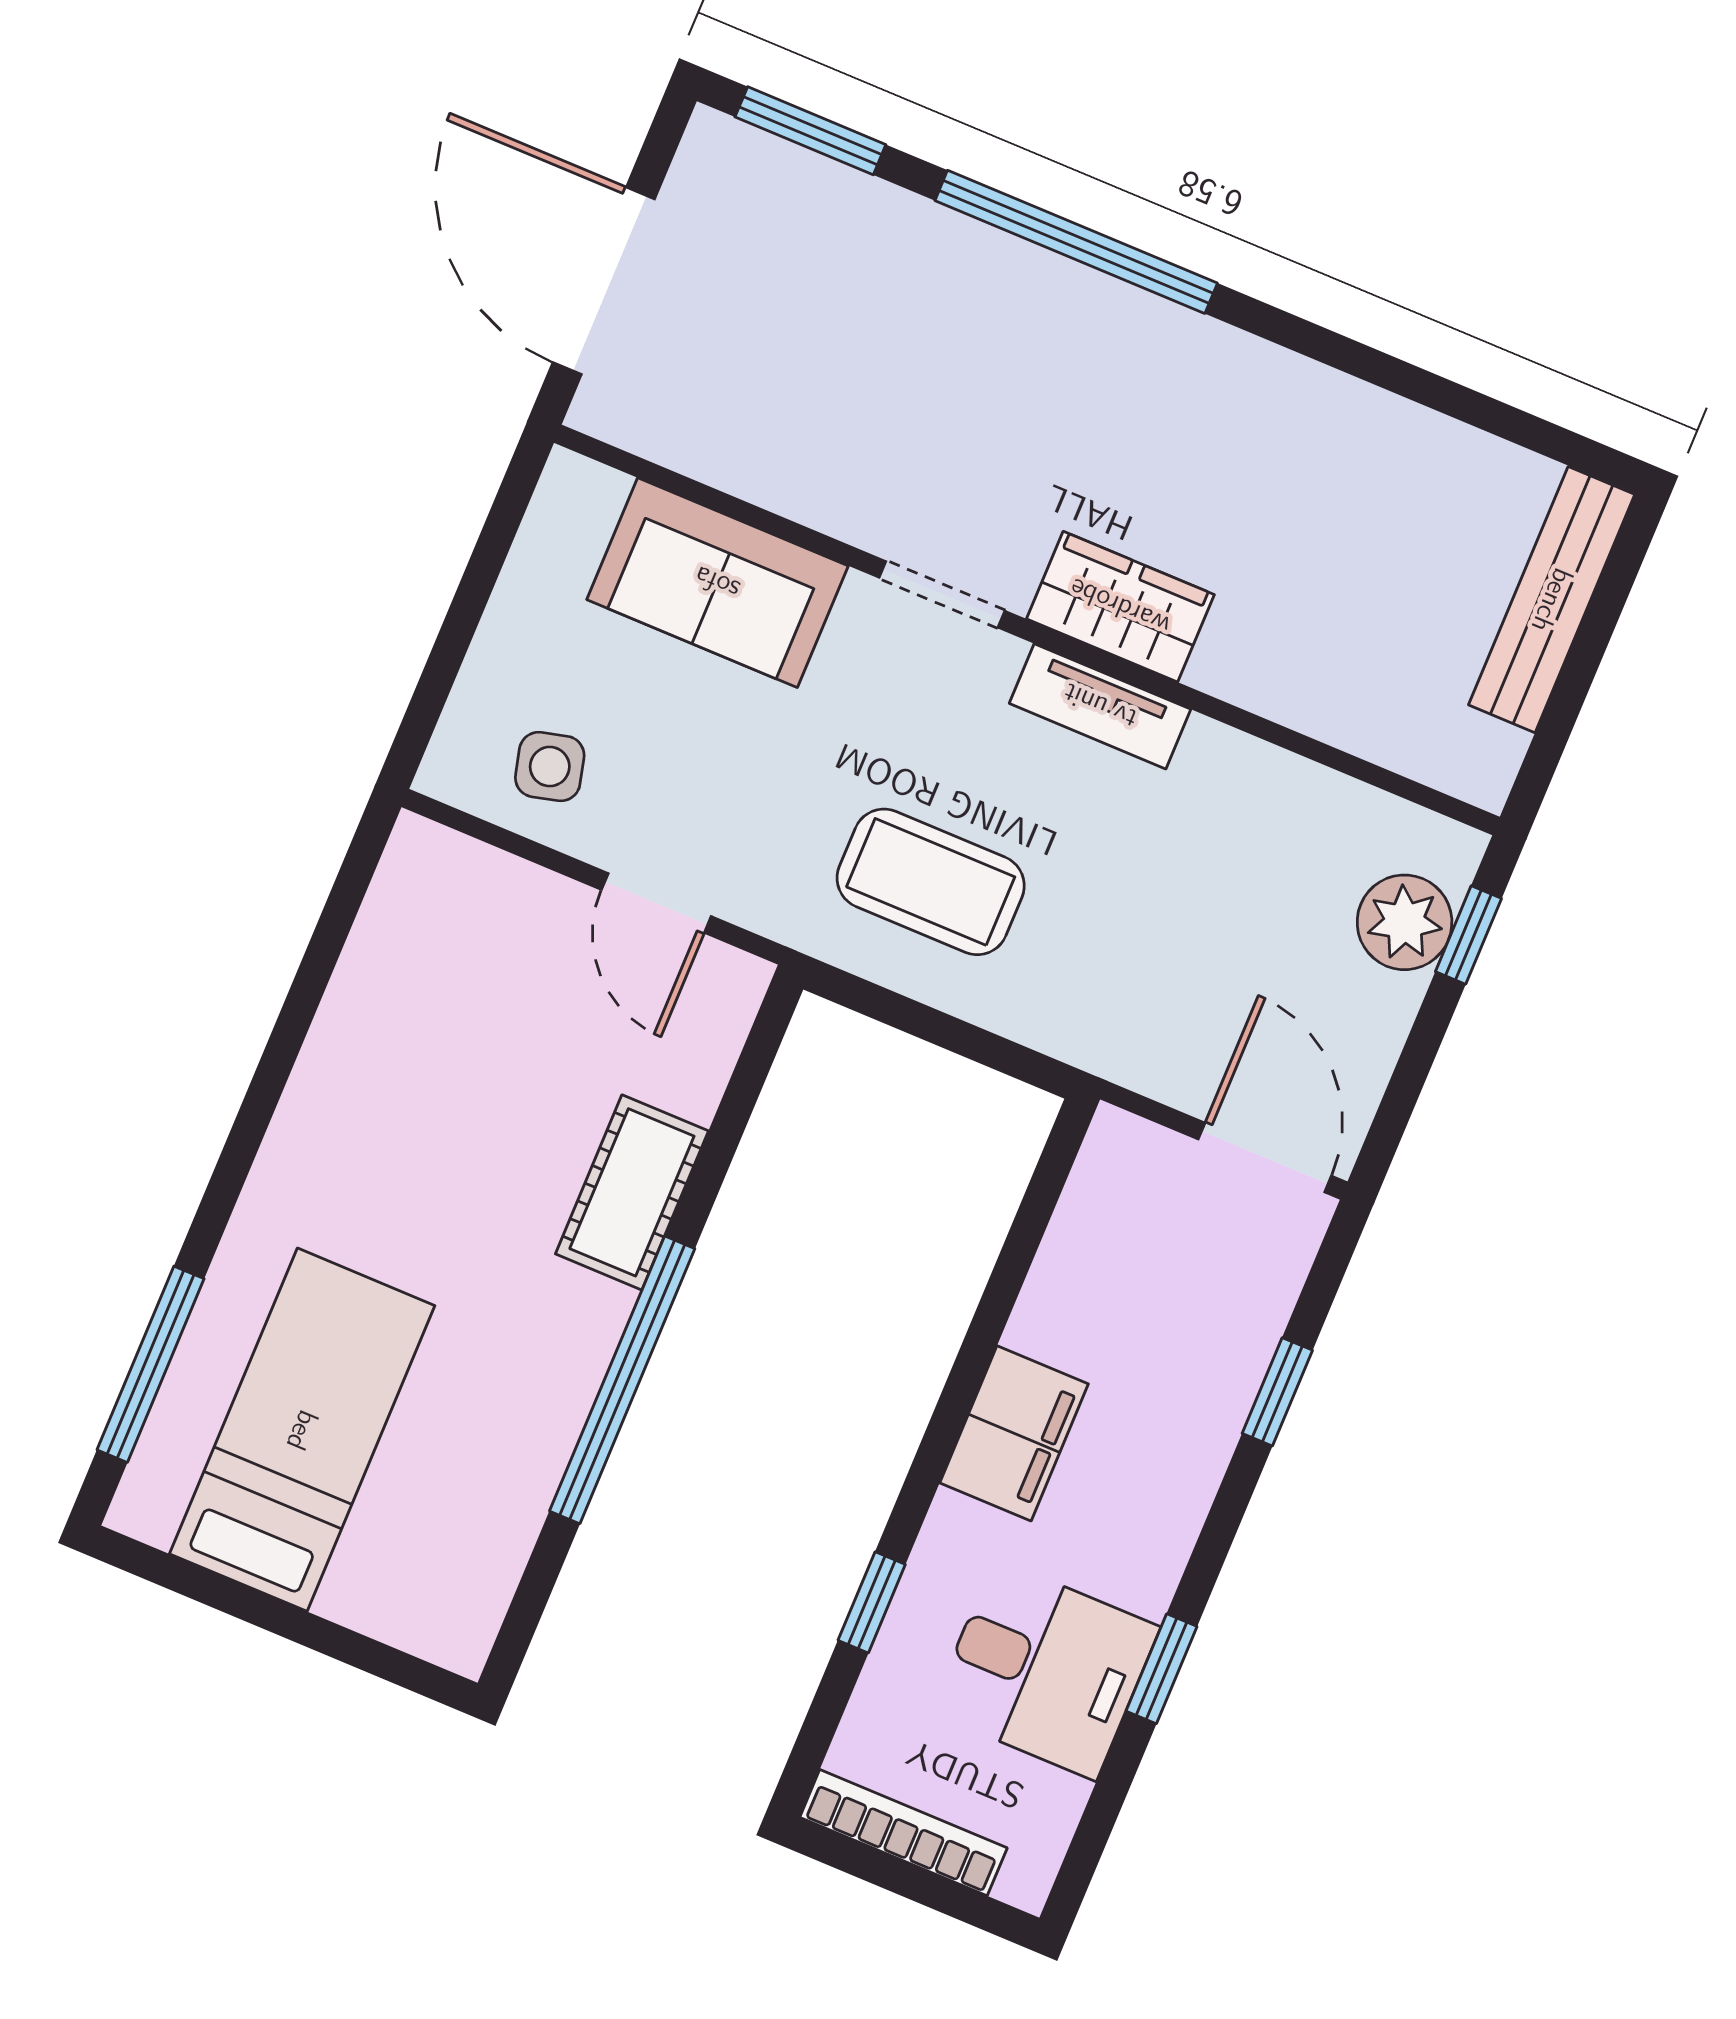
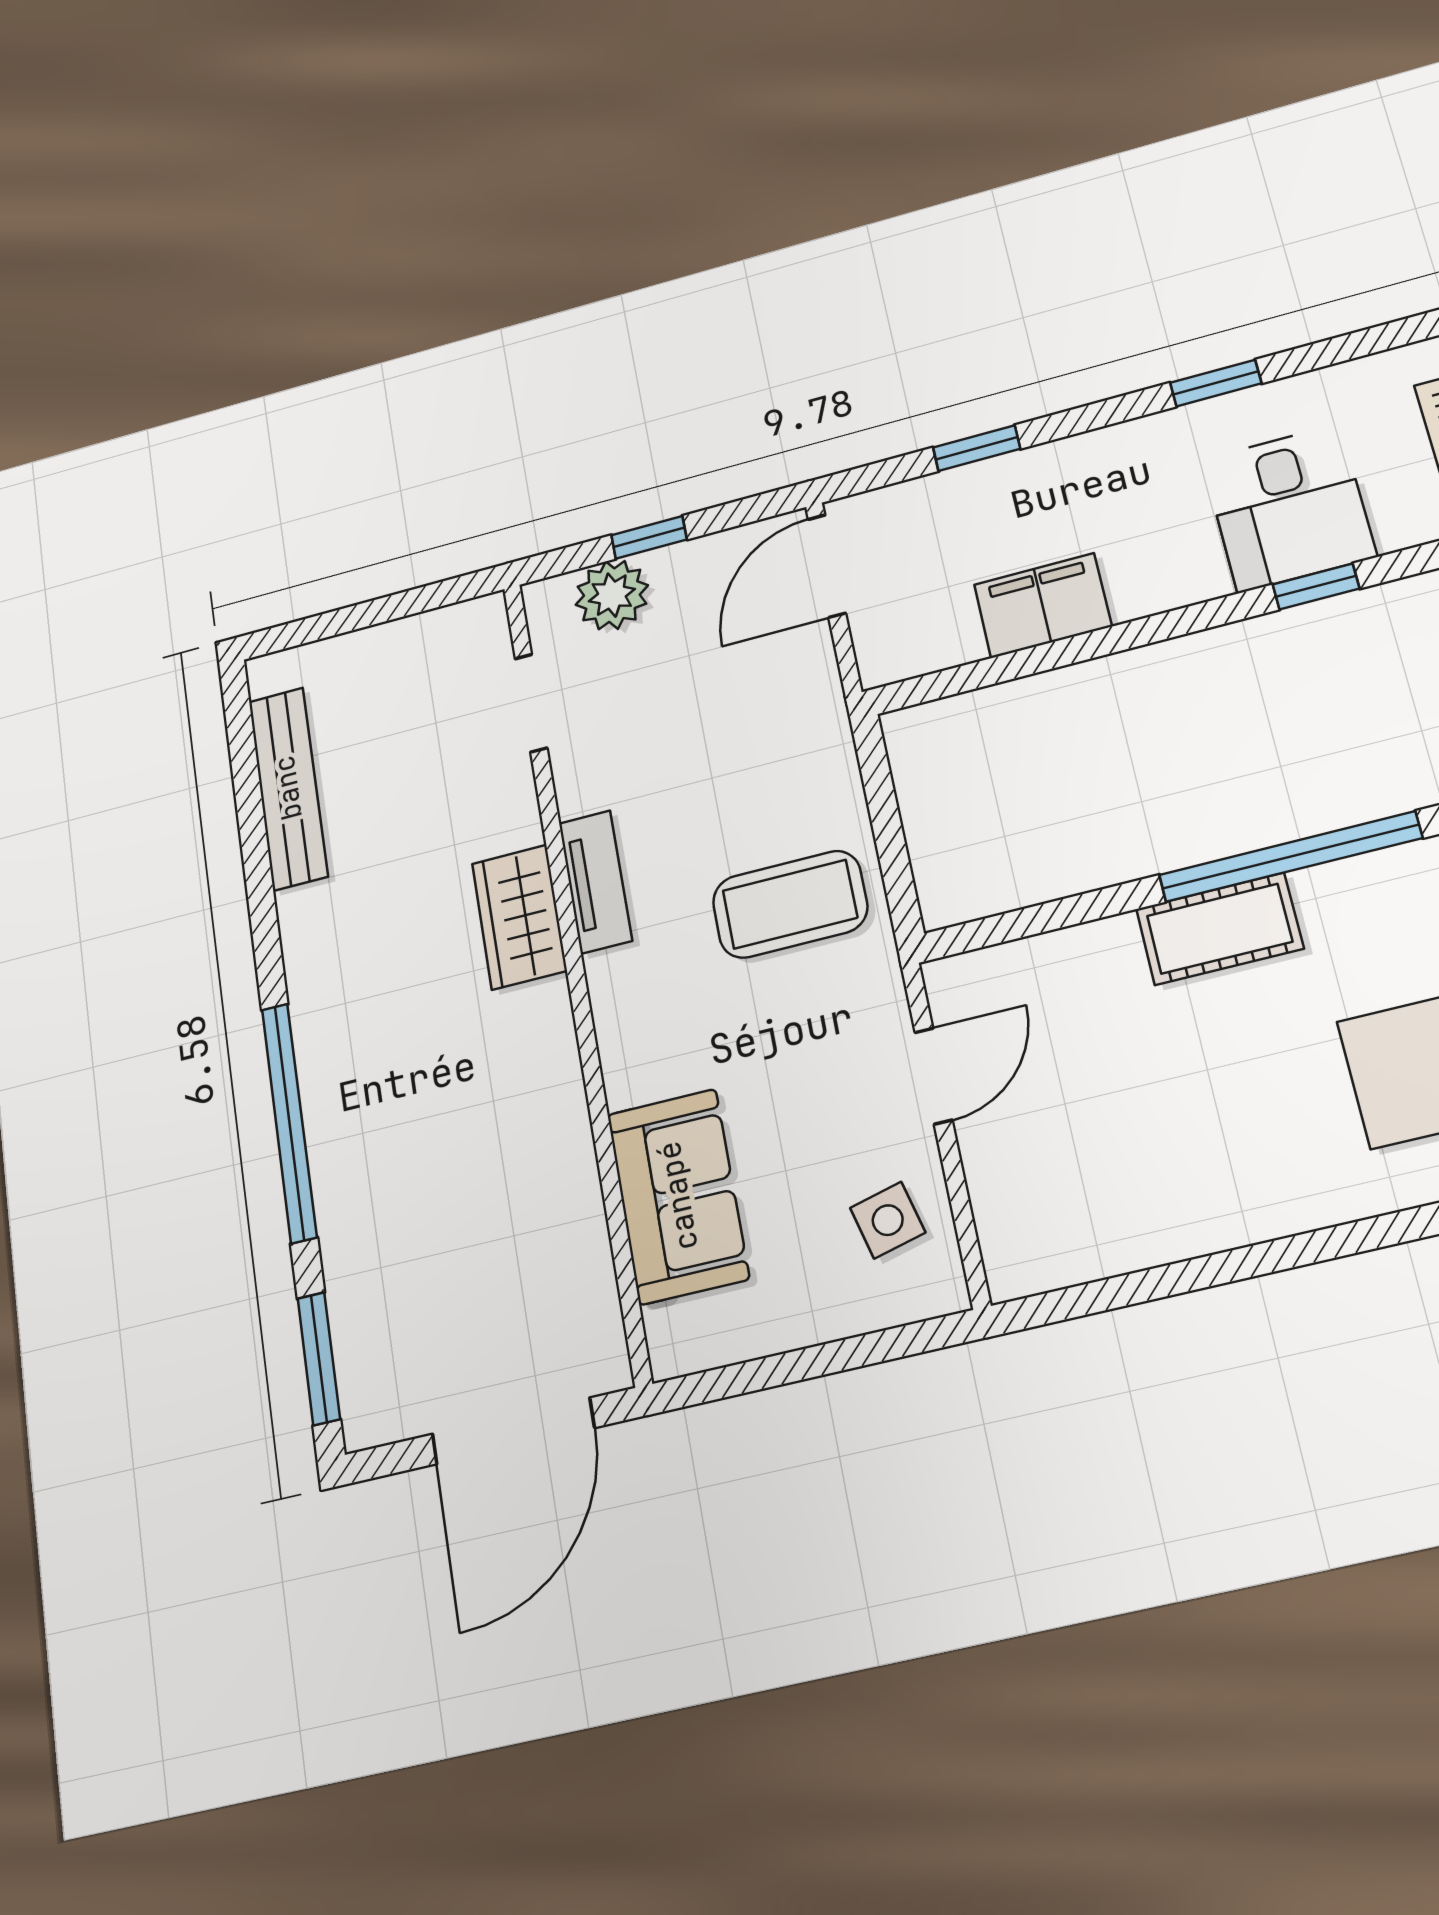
doorway: (942, 594) -> (531, 703), moved
bench: (1552, 600) -> (288, 788), moved, turned 90
coffee table: (931, 882) -> (790, 904), turned 90
window: (1468, 935) -> (649, 537), moved
cot: (632, 1192) -> (1220, 929), moved
filing cabinet: (1014, 1433) -> (1043, 605), moved
desk: (1045, 1669) -> (1289, 508), moved, turned 180

